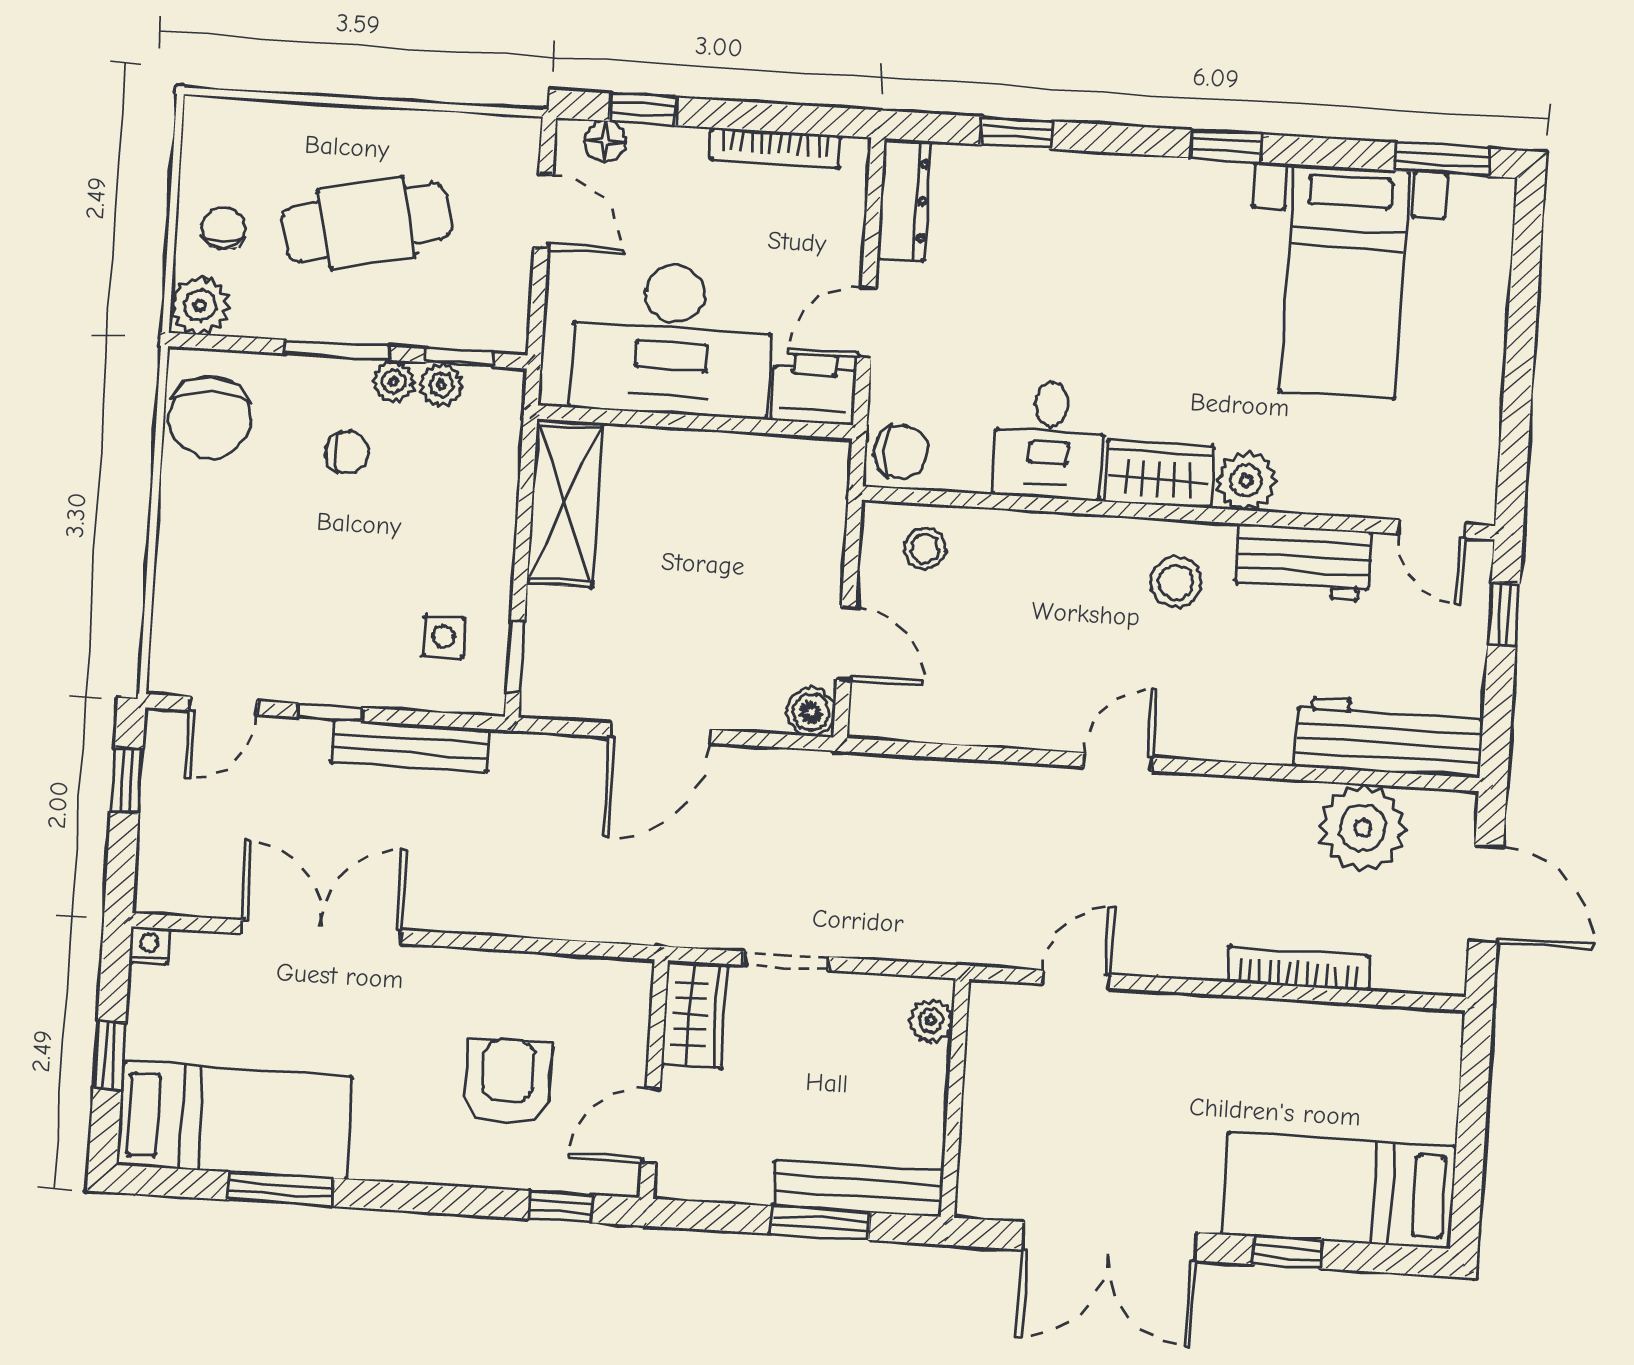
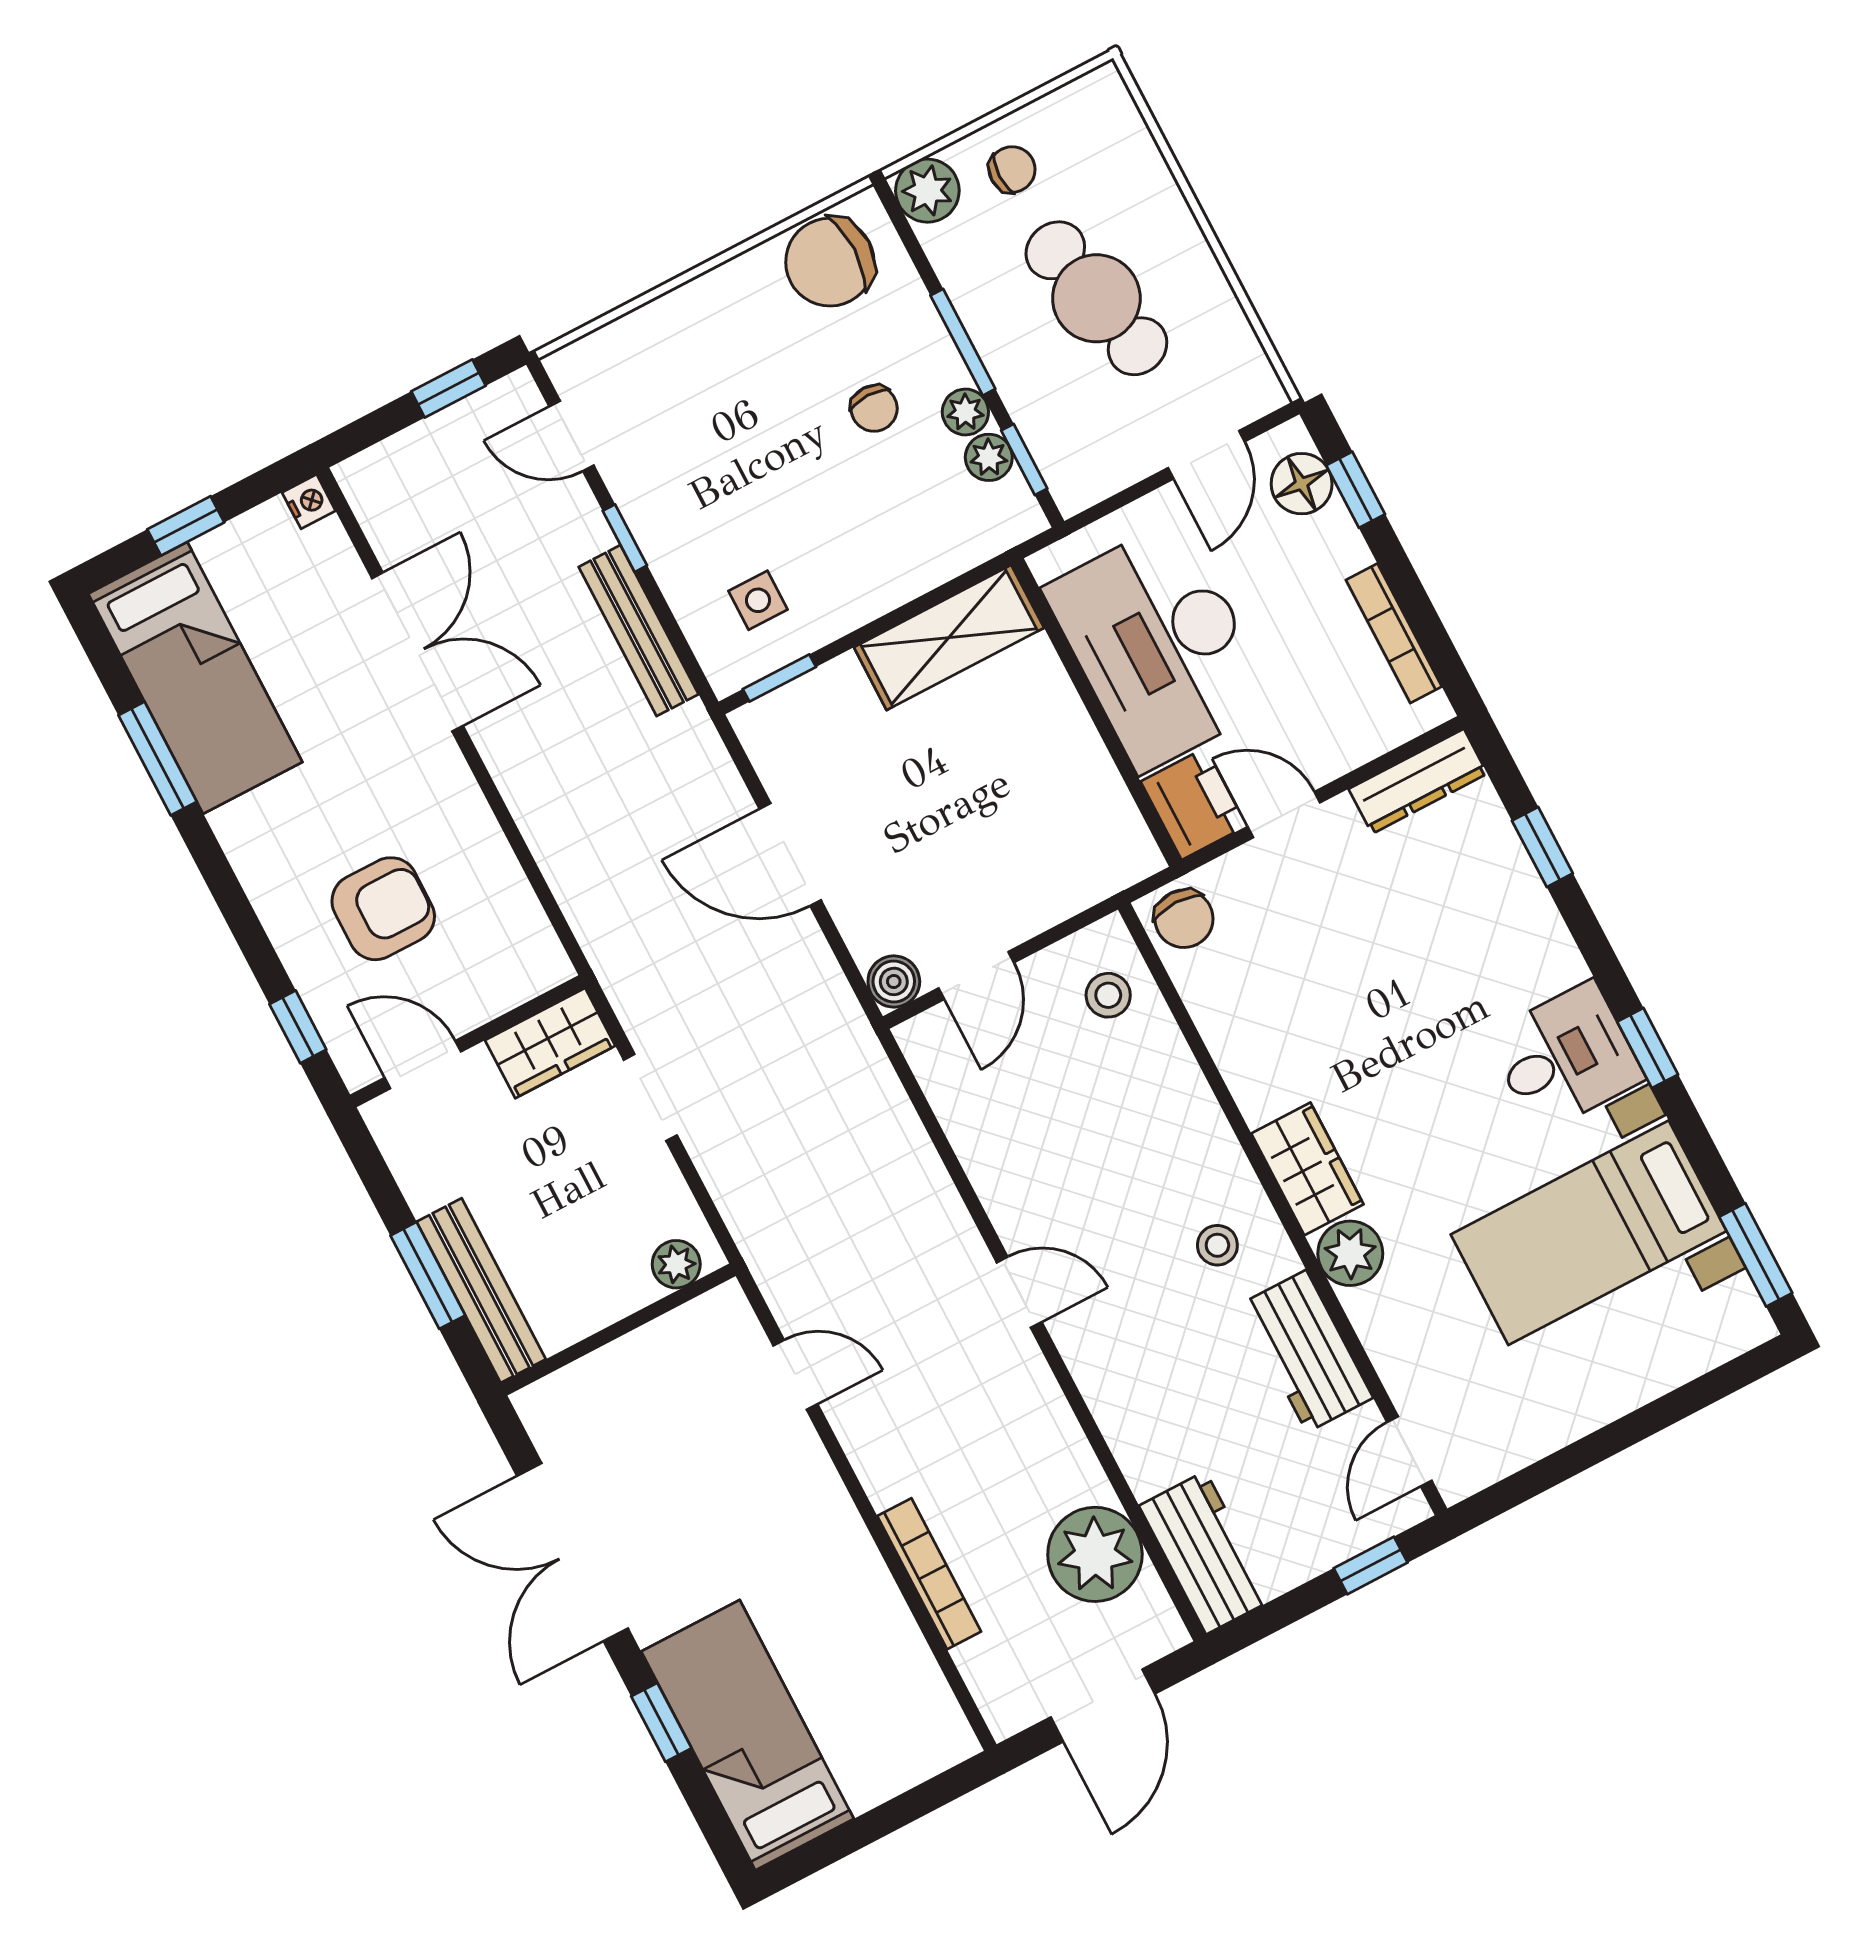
floor lamp: (605, 141) -> (1302, 484), width x1.37, depth x1.37
desk: (1049, 440) -> (1565, 1057), moved, turned 180
stool: (1176, 582) -> (1217, 1245), width x0.73, depth x0.73
workbench: (1389, 737) -> (1206, 1553), width x0.73

